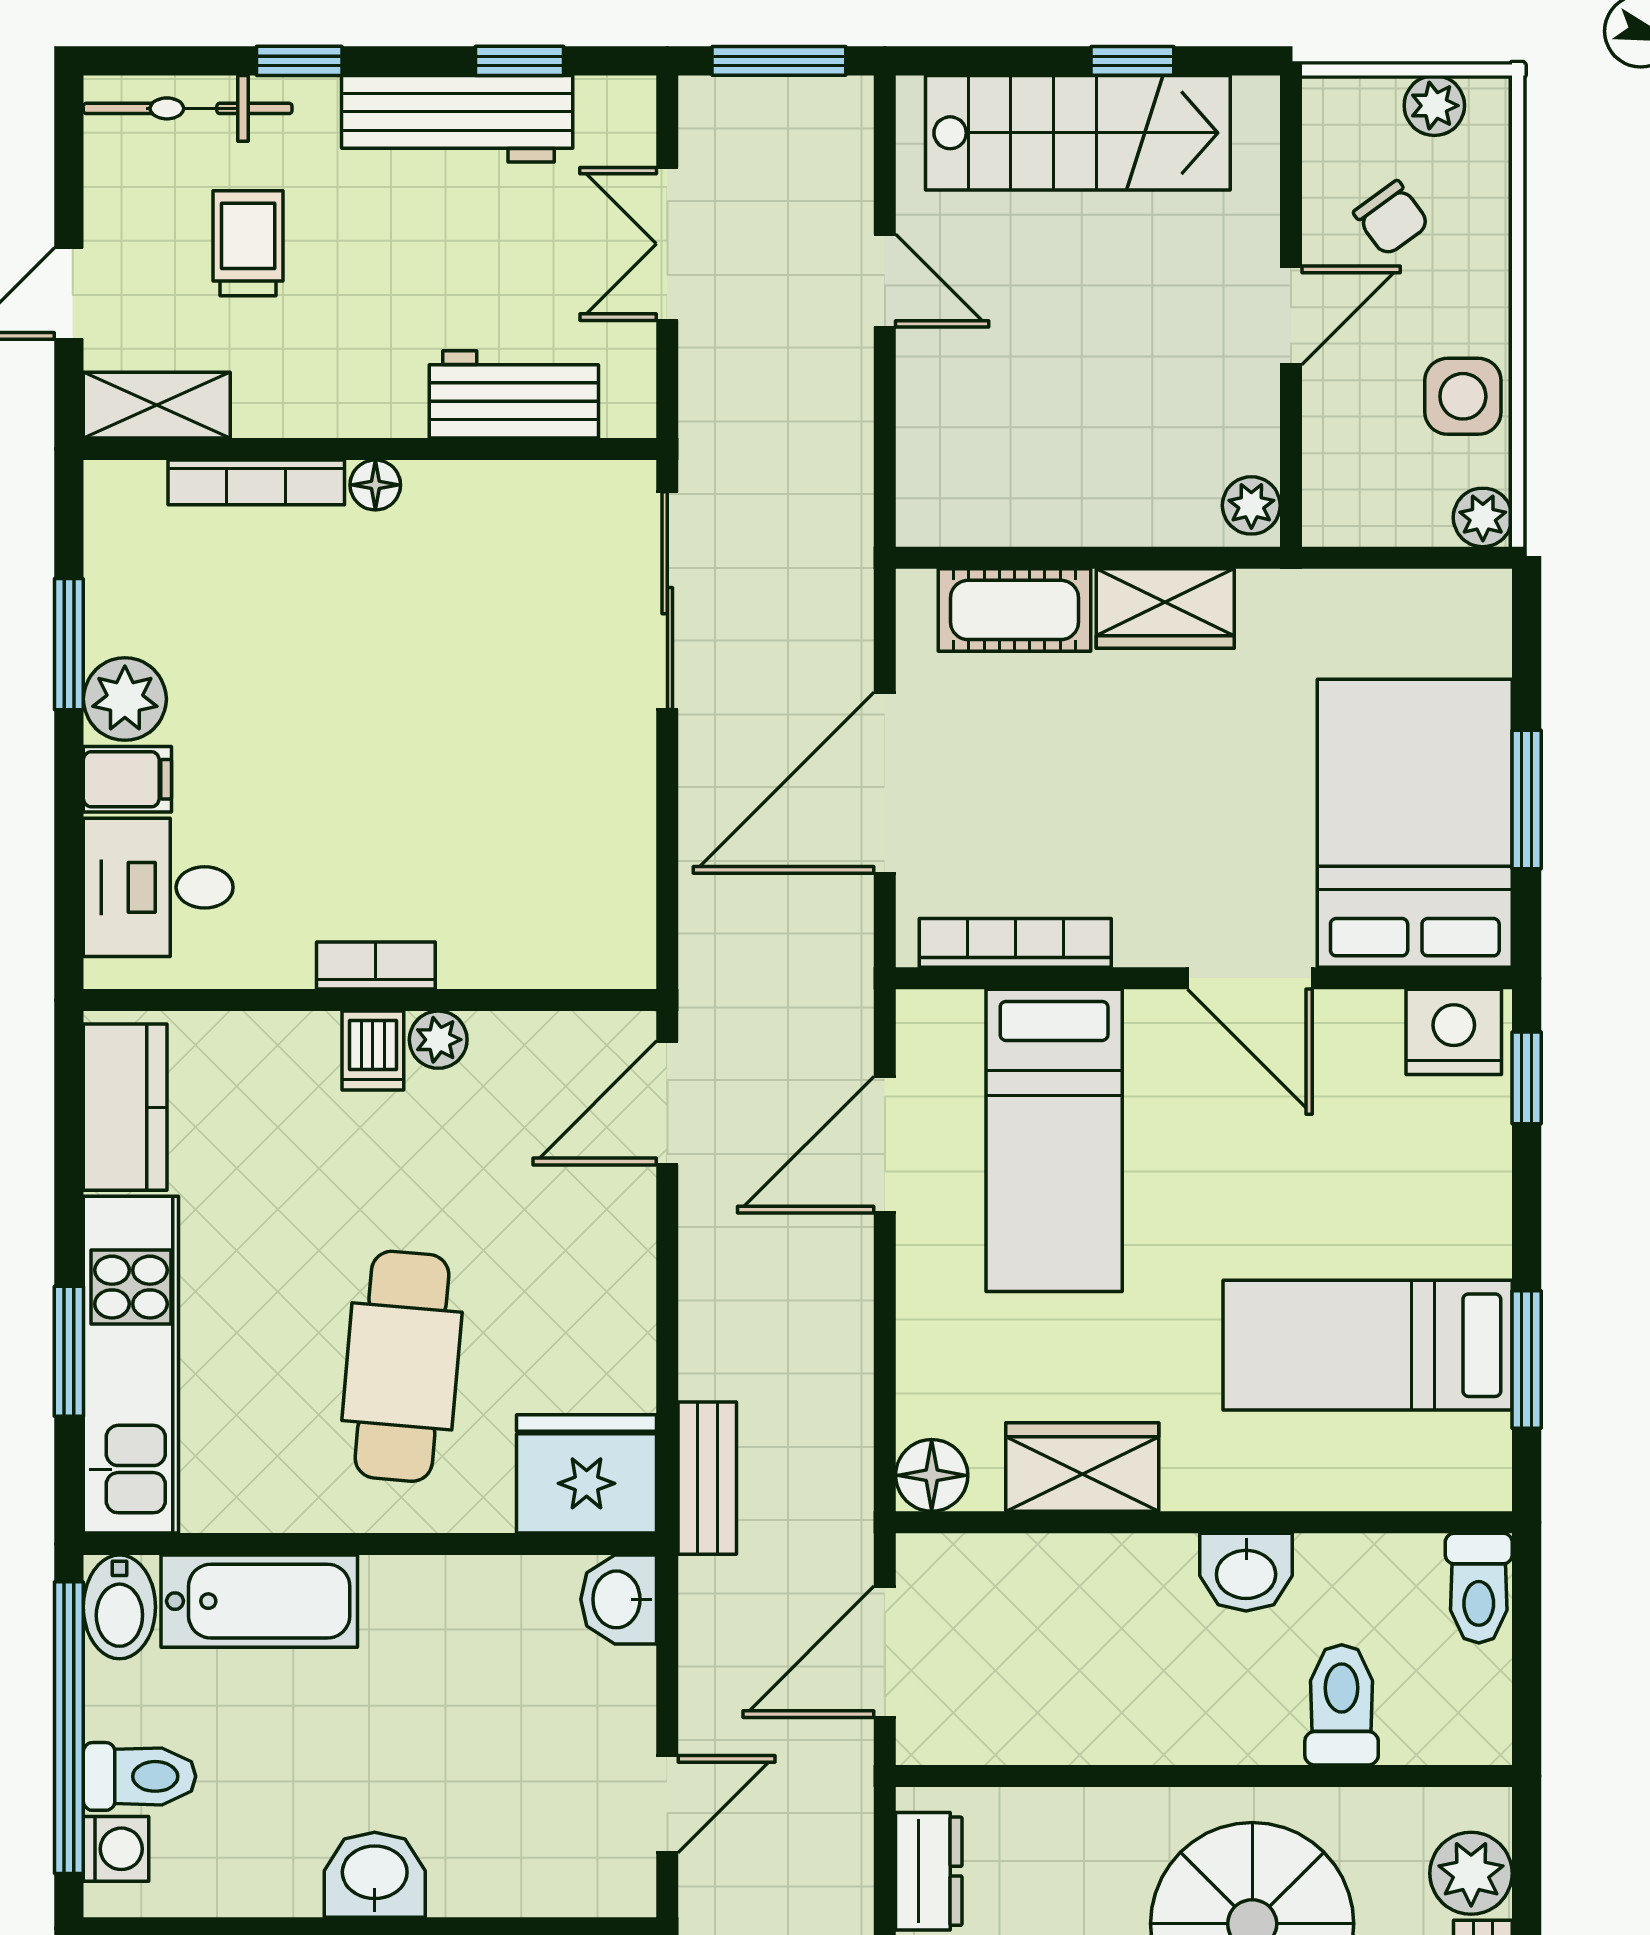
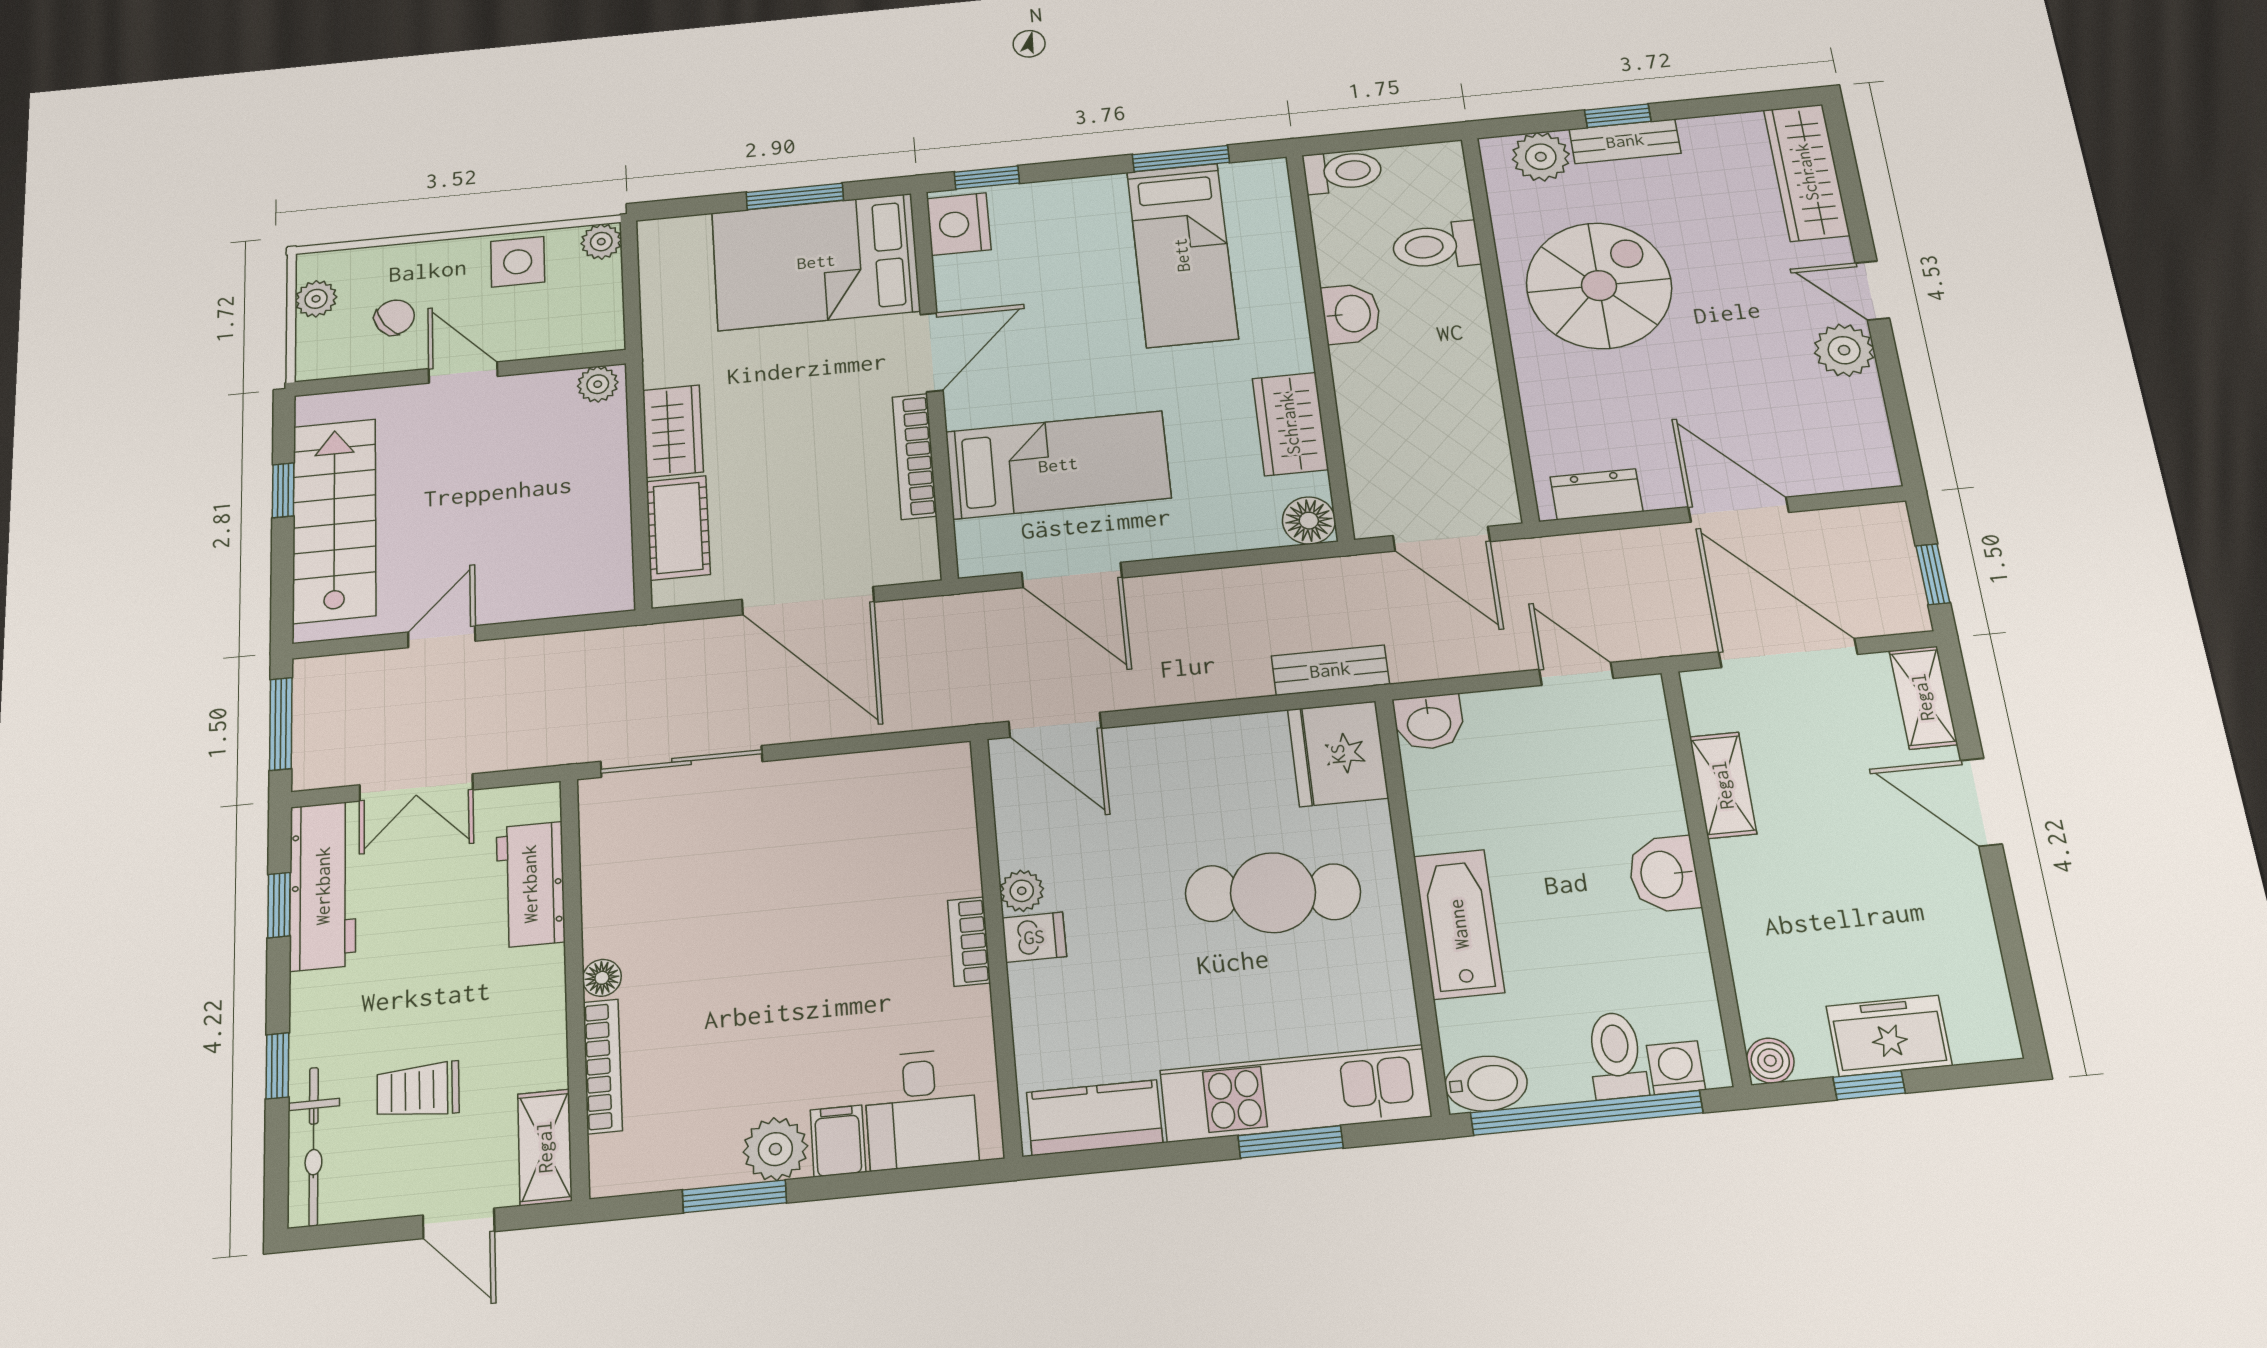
workbench: (457, 119) -> (323, 886), moved
bookcase: (1015, 943) -> (914, 456), moved
bathtub: (259, 1601) -> (1459, 924), moved

